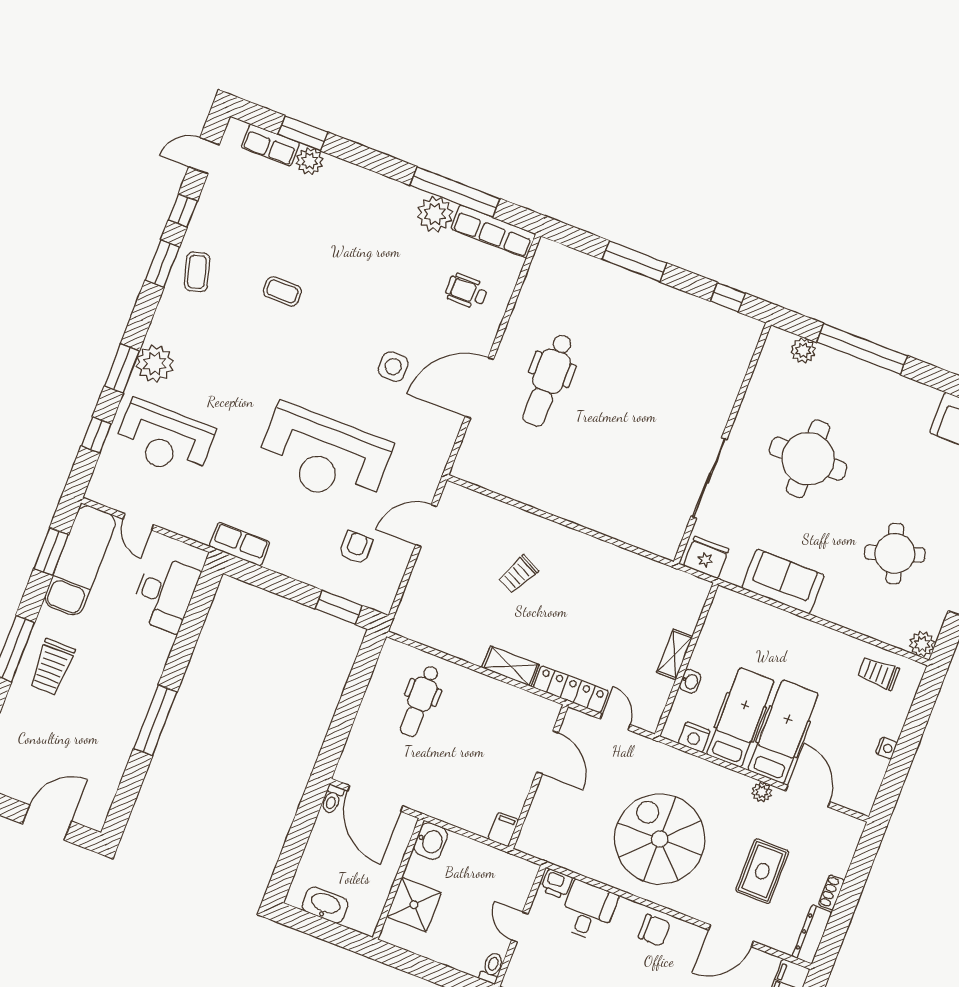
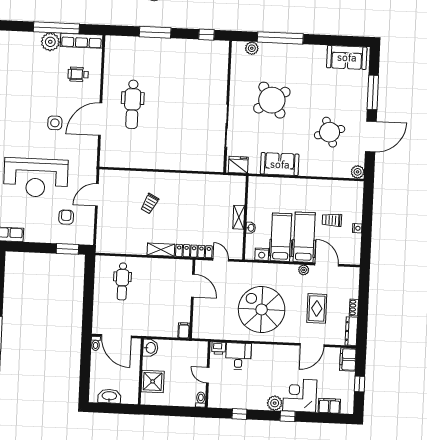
round table: (808, 459) -> (272, 100), turned -34
trolley: (878, 673) -> (332, 220), moved
chair: (654, 930) -> (274, 355), removed

